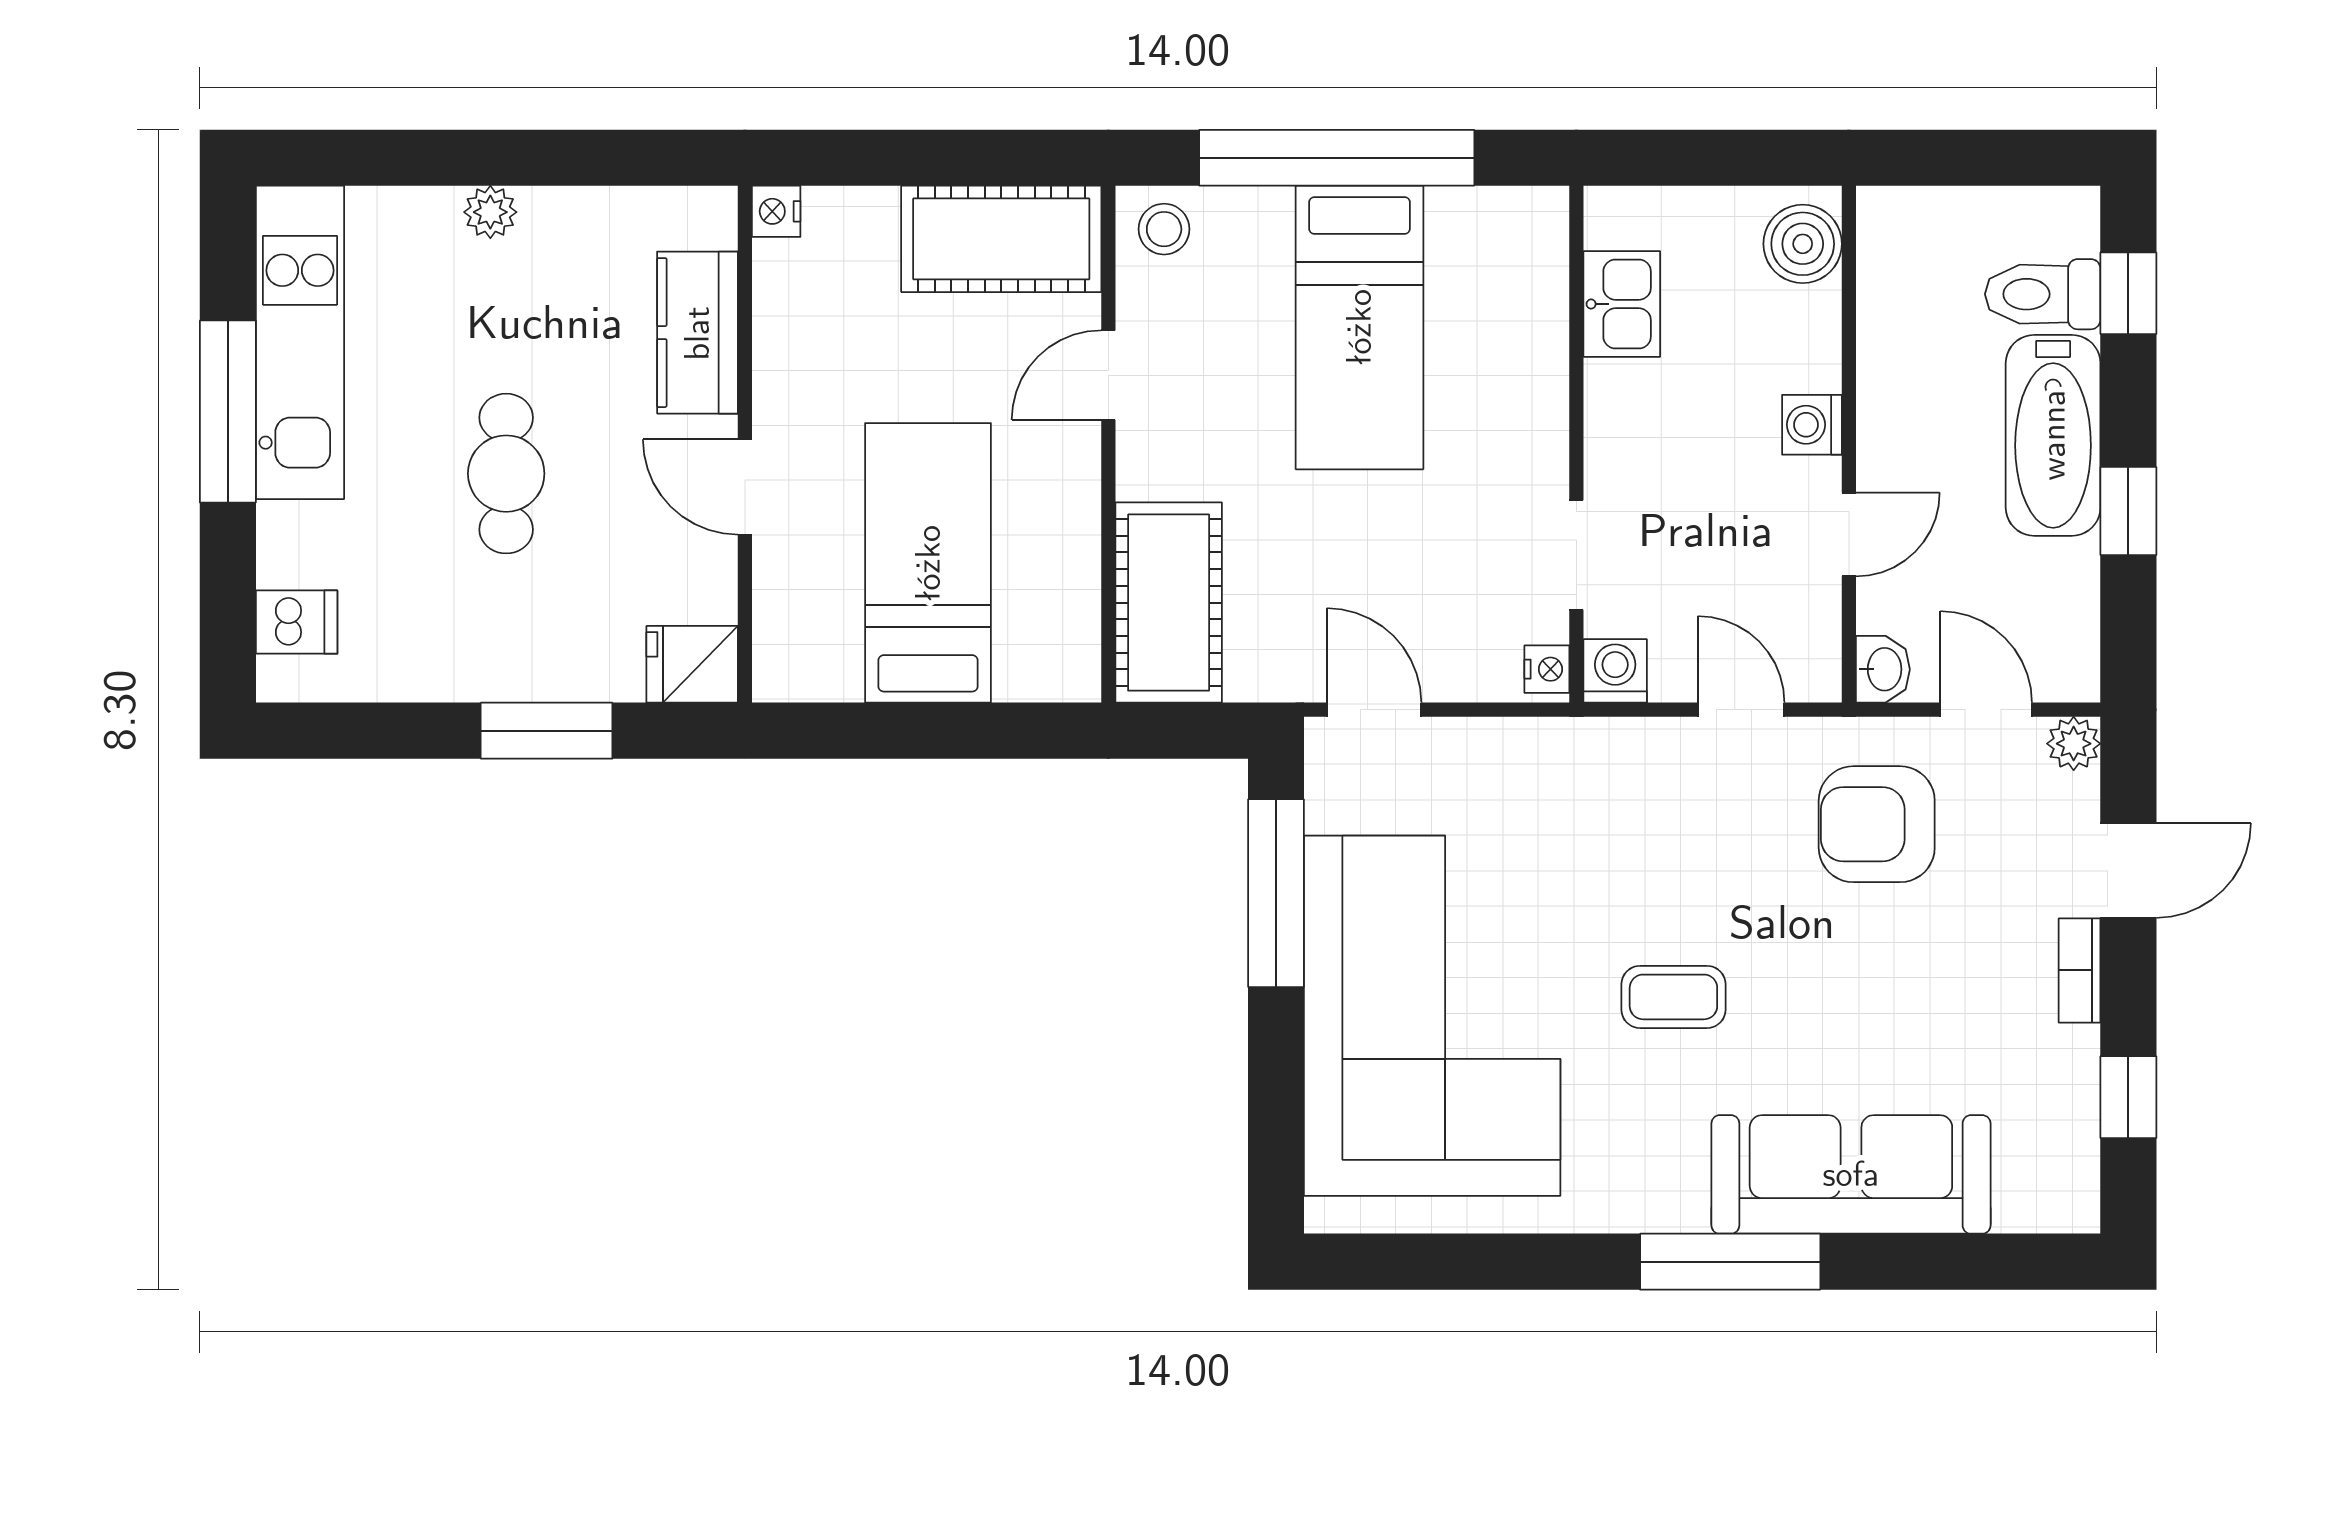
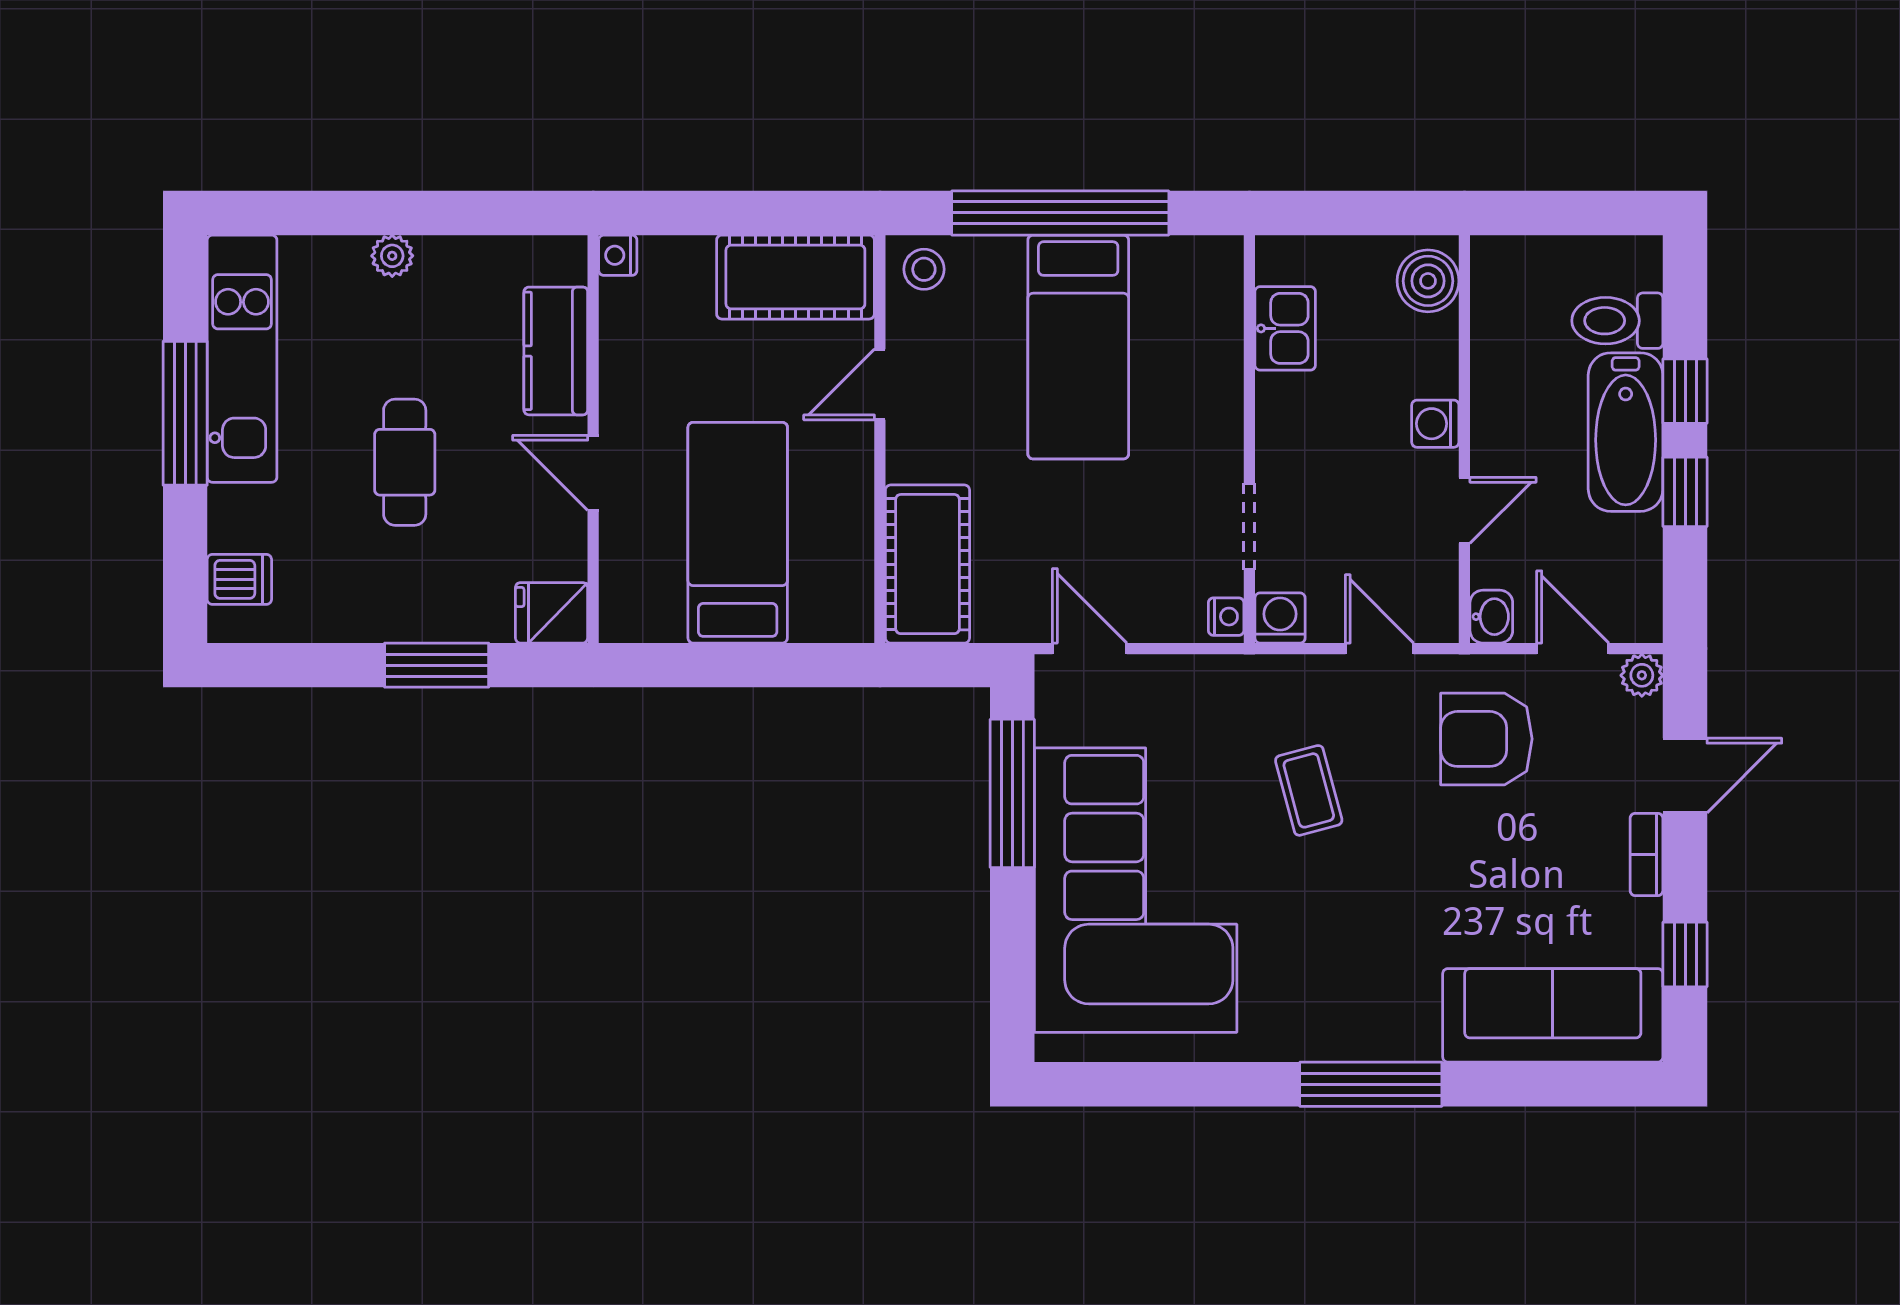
window: (2128, 293) -> (1685, 391), moved
coffee table: (1673, 997) -> (1309, 790), moved, turned 75
sofa: (1851, 1174) -> (1553, 1015), moved

